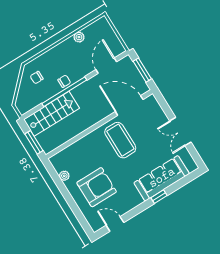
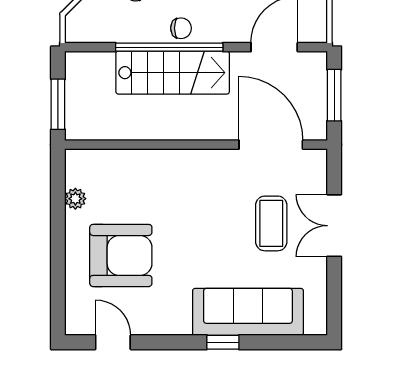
stairs: (51, 114) -> (173, 73), moved
double door: (180, 132) -> (334, 226), moved
coffee table: (120, 140) -> (271, 223), moved, width x0.73, depth x0.76

